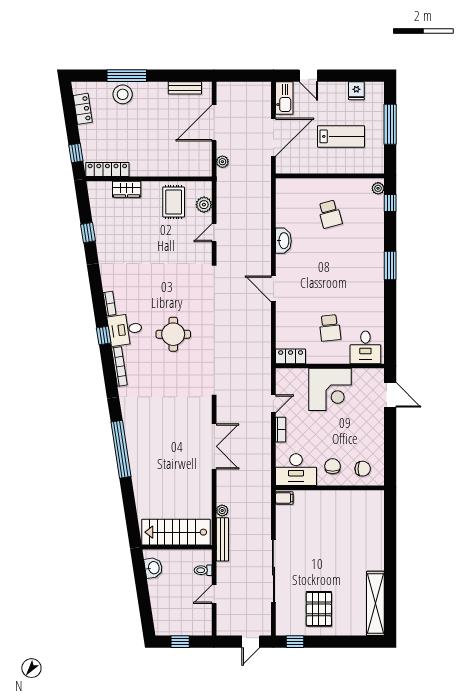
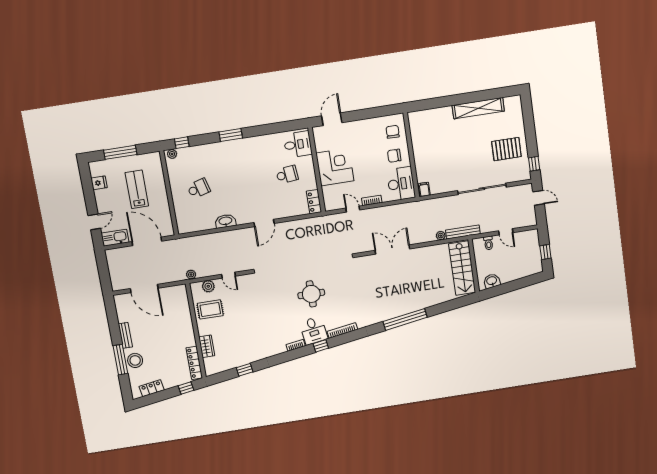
bench: (185, 88) -> (125, 335), moved
plant: (222, 162) -> (191, 275), moved
shelving: (375, 603) -> (478, 108), moved

